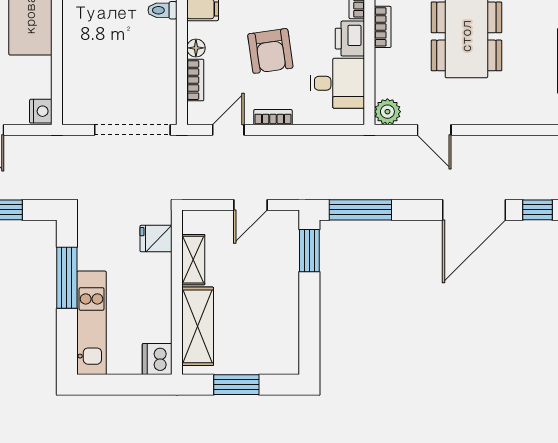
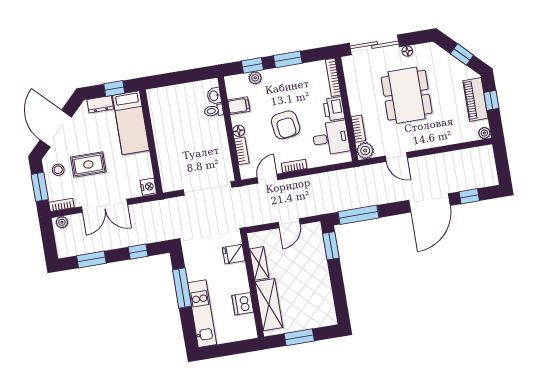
bookcase: (383, 27) -> (358, 129), moved
dishwasher: (157, 359) -> (243, 304), moved

